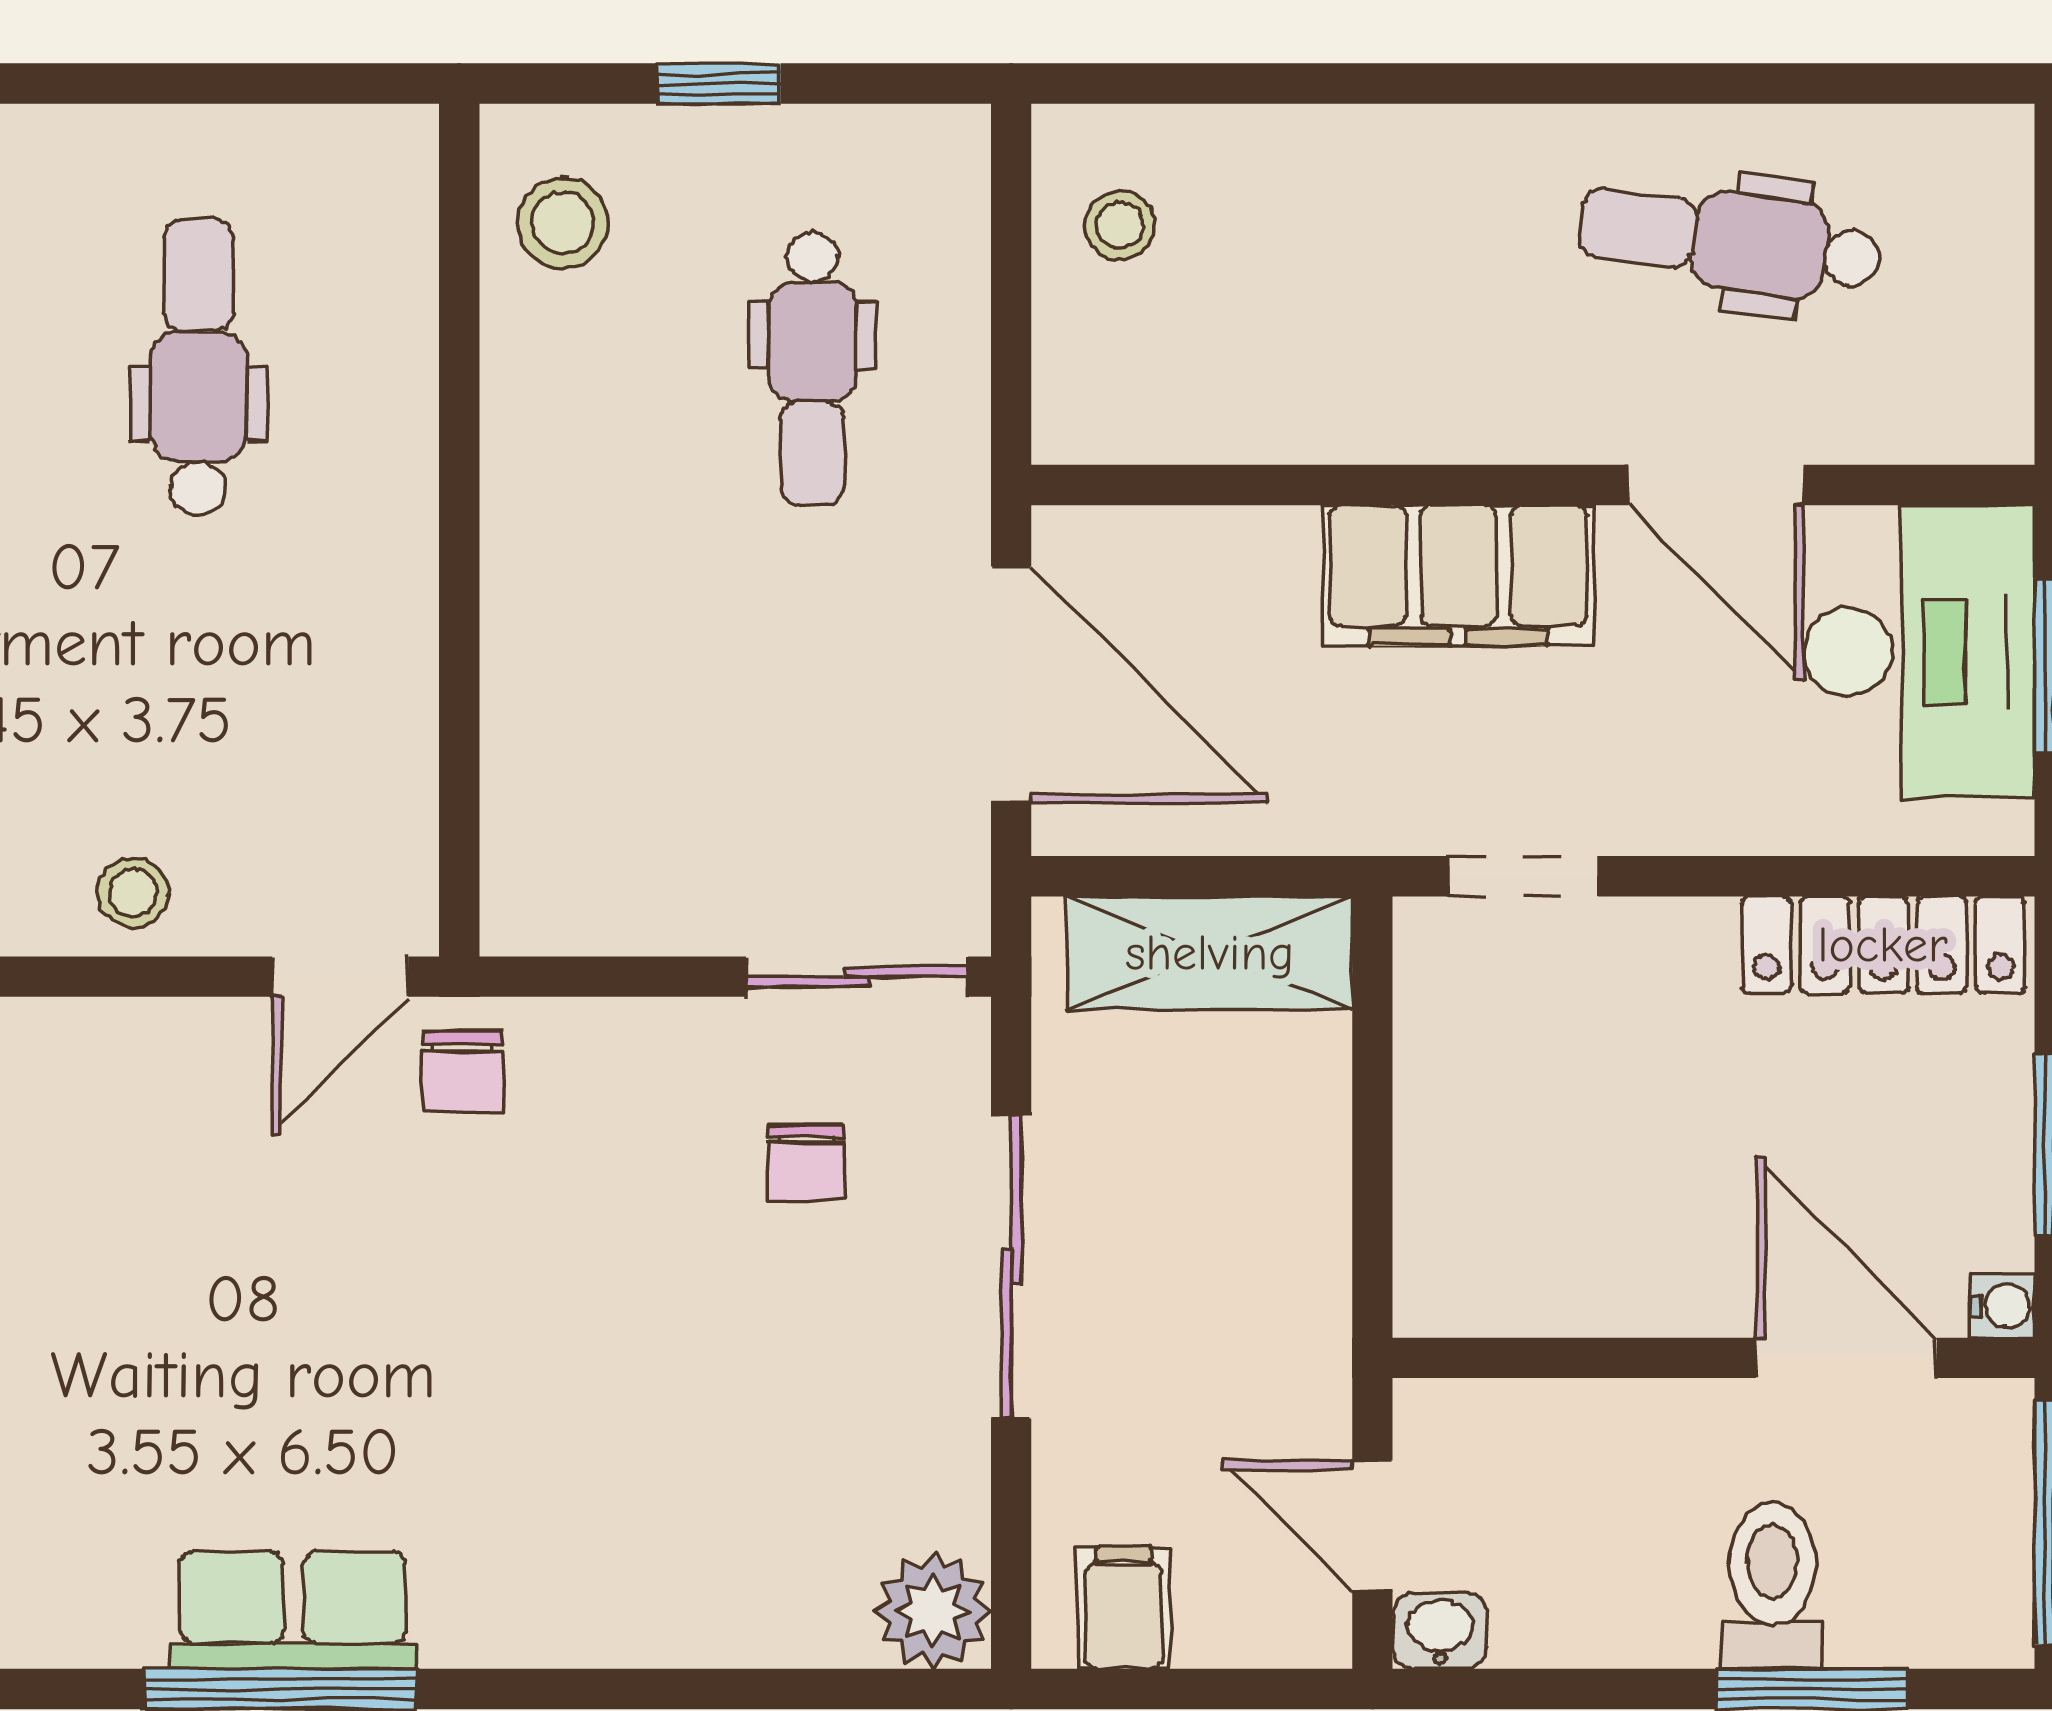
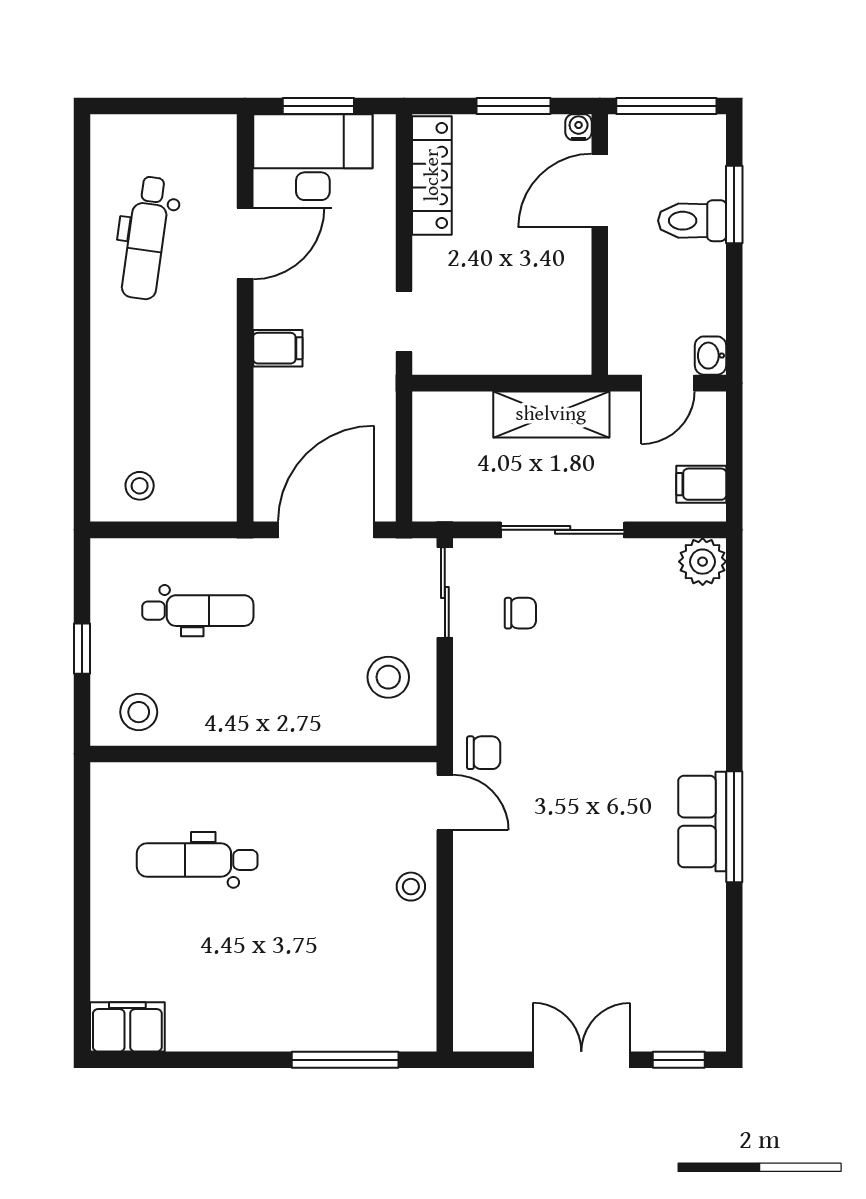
filing cabinet: (1458, 575) -> (278, 348), width x0.33, depth x0.86
stool: (648, 837) -> (388, 677), added
shelving: (1210, 953) -> (551, 414), moved, turned 90

